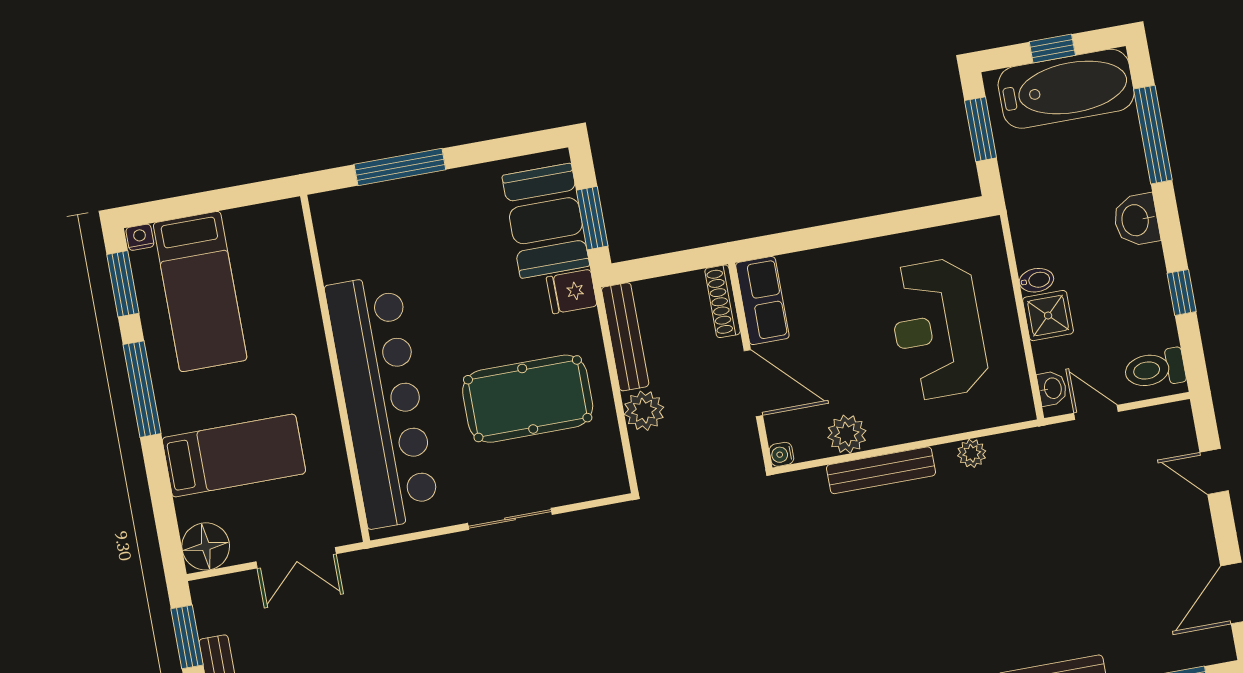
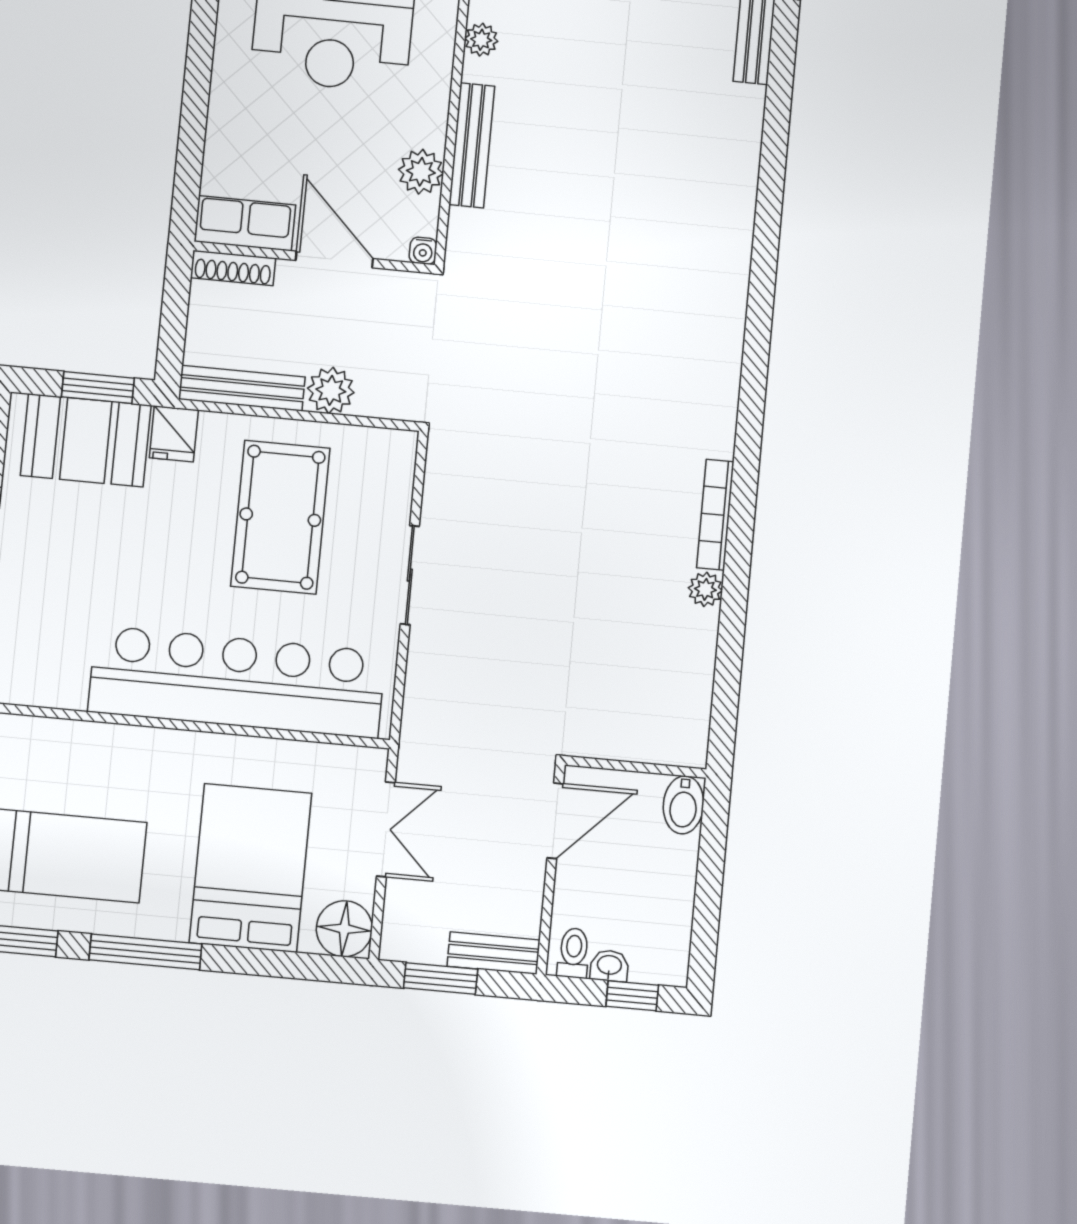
door: (753, 383) -> (334, 260), hinge flipped
bed: (234, 456) -> (251, 868), width x1.50

